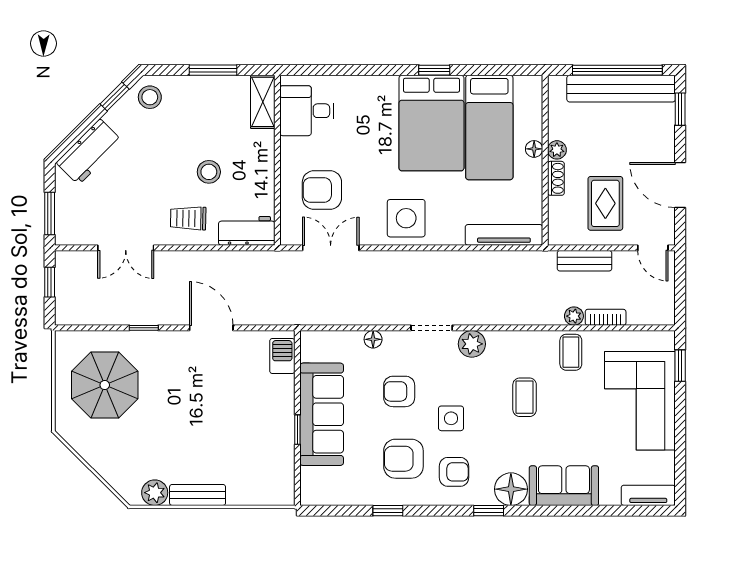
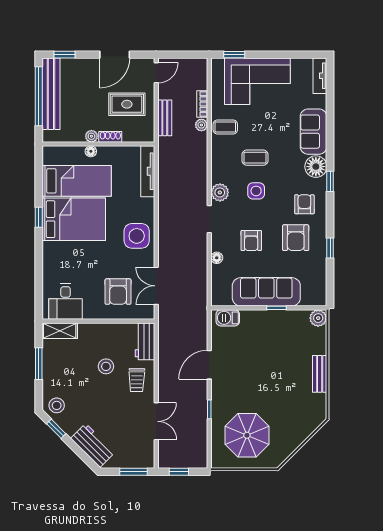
side table: (451, 418) -> (256, 191), moved
plant: (155, 493) -> (318, 318), moved

